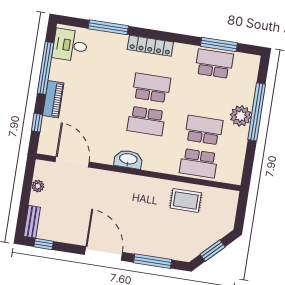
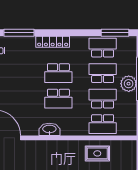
window: (219, 45) -> (115, 33), moved
school desk: (151, 88) -> (58, 73), turned 180
school desk: (209, 97) -> (103, 73), added

